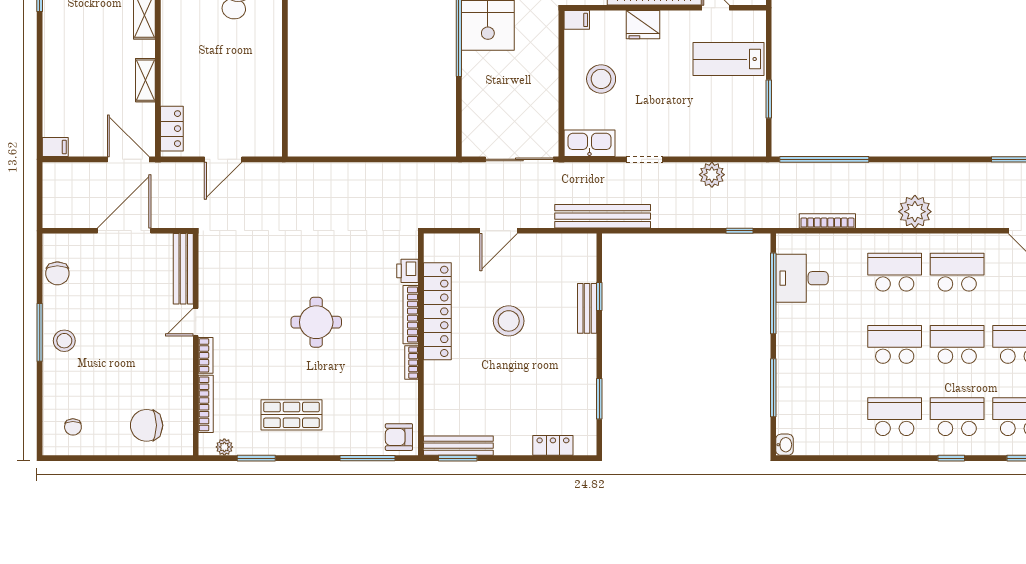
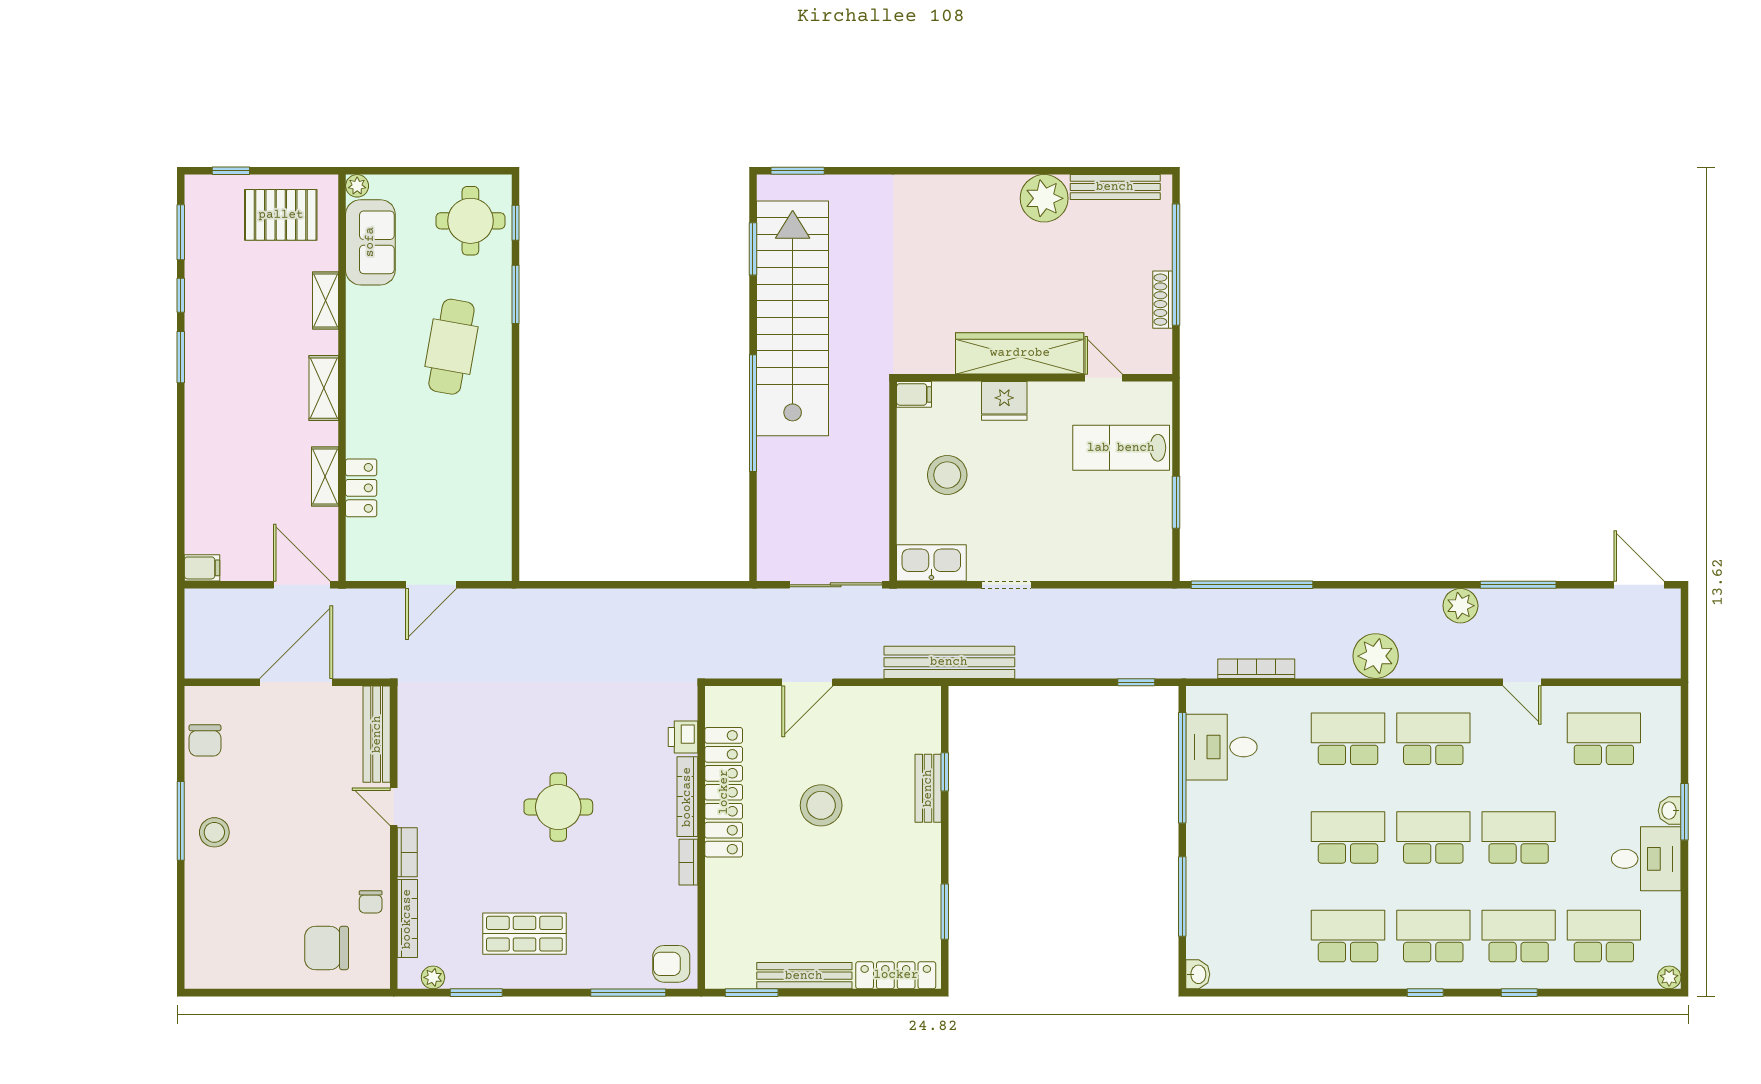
locker: (172, 129) -> (361, 488), moved
plant: (712, 175) -> (1460, 606), moved
door: (196, 322) -> (394, 807), hinge flipped
chair: (73, 427) -> (371, 902), moved
locker: (553, 445) -> (896, 975), width x1.53
bench: (458, 446) -> (804, 976), moved

